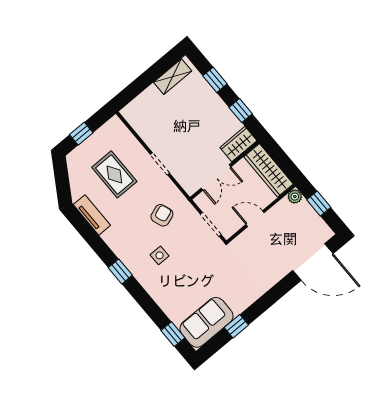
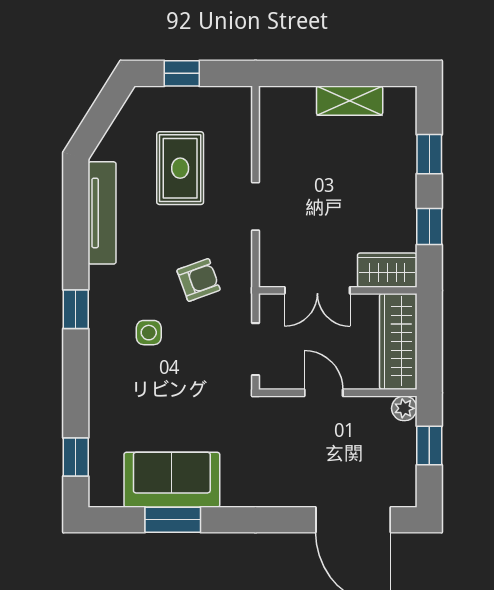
shelving: (173, 77) -> (350, 101), moved
tv unit: (92, 215) -> (102, 213), width x1.41
sofa: (206, 322) -> (172, 480), moved
window: (236, 326) -> (173, 520), width x1.50

